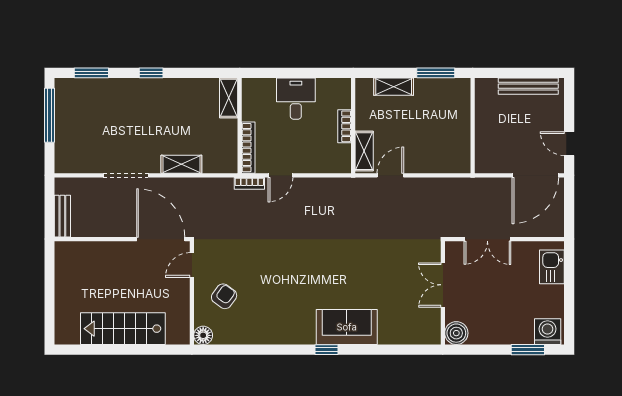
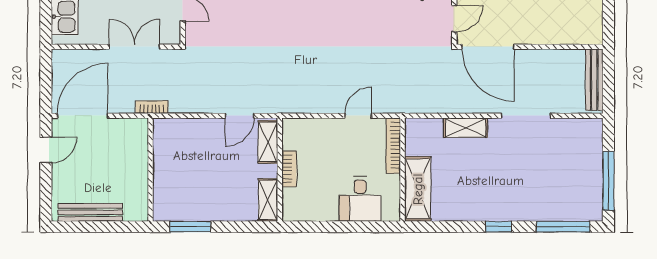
window: (91, 73) -> (563, 227), width x1.44
shelving: (394, 87) -> (268, 200), moved, turned 90
shelving: (229, 98) -> (418, 189), width x1.50, depth x1.33
desk: (296, 99) -> (360, 199), moved
door: (569, 144) -> (46, 150), hinge flipped
bookcase: (249, 183) -> (152, 107), moved
bench: (62, 216) -> (594, 80), width x1.36

